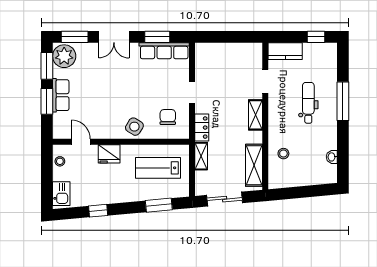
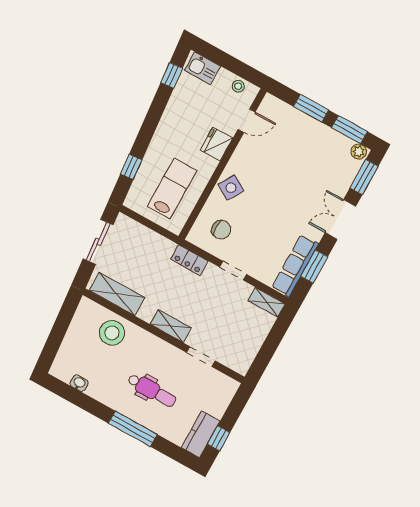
kitchen counter: (285, 51) -> (201, 434), moved
plant: (64, 56) -> (359, 152), width x0.53, depth x0.53
row of seats: (61, 95) -> (309, 127), removed
stool: (283, 154) -> (112, 333), width x1.89, depth x1.89
shelving: (201, 156) -> (267, 302), moved
window: (159, 205) -> (131, 167), width x0.67
window: (98, 211) -> (172, 75), moved

